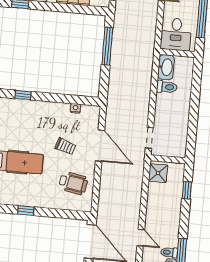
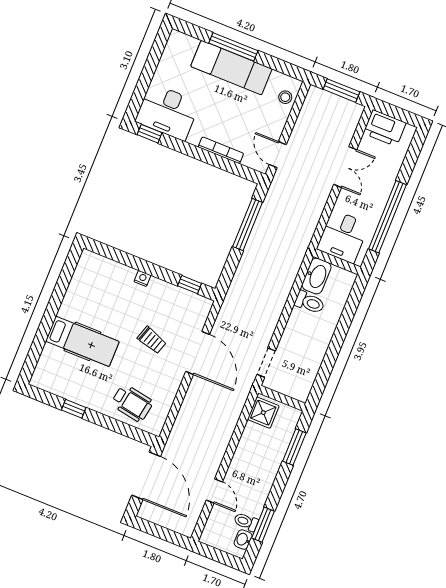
window: (23, 95) -> (190, 285), moved
nightstand: (75, 108) -> (142, 278), moved
wheelchair: (73, 183) -> (132, 403), moved
window: (187, 190) -> (294, 447), width x1.50

